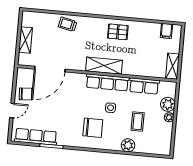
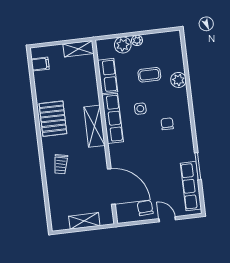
trolley: (68, 24) -> (61, 164), moved
pallet: (118, 32) -> (53, 119), width x1.50, depth x1.42
chair: (93, 128) -> (167, 124), width x0.54, depth x0.54

